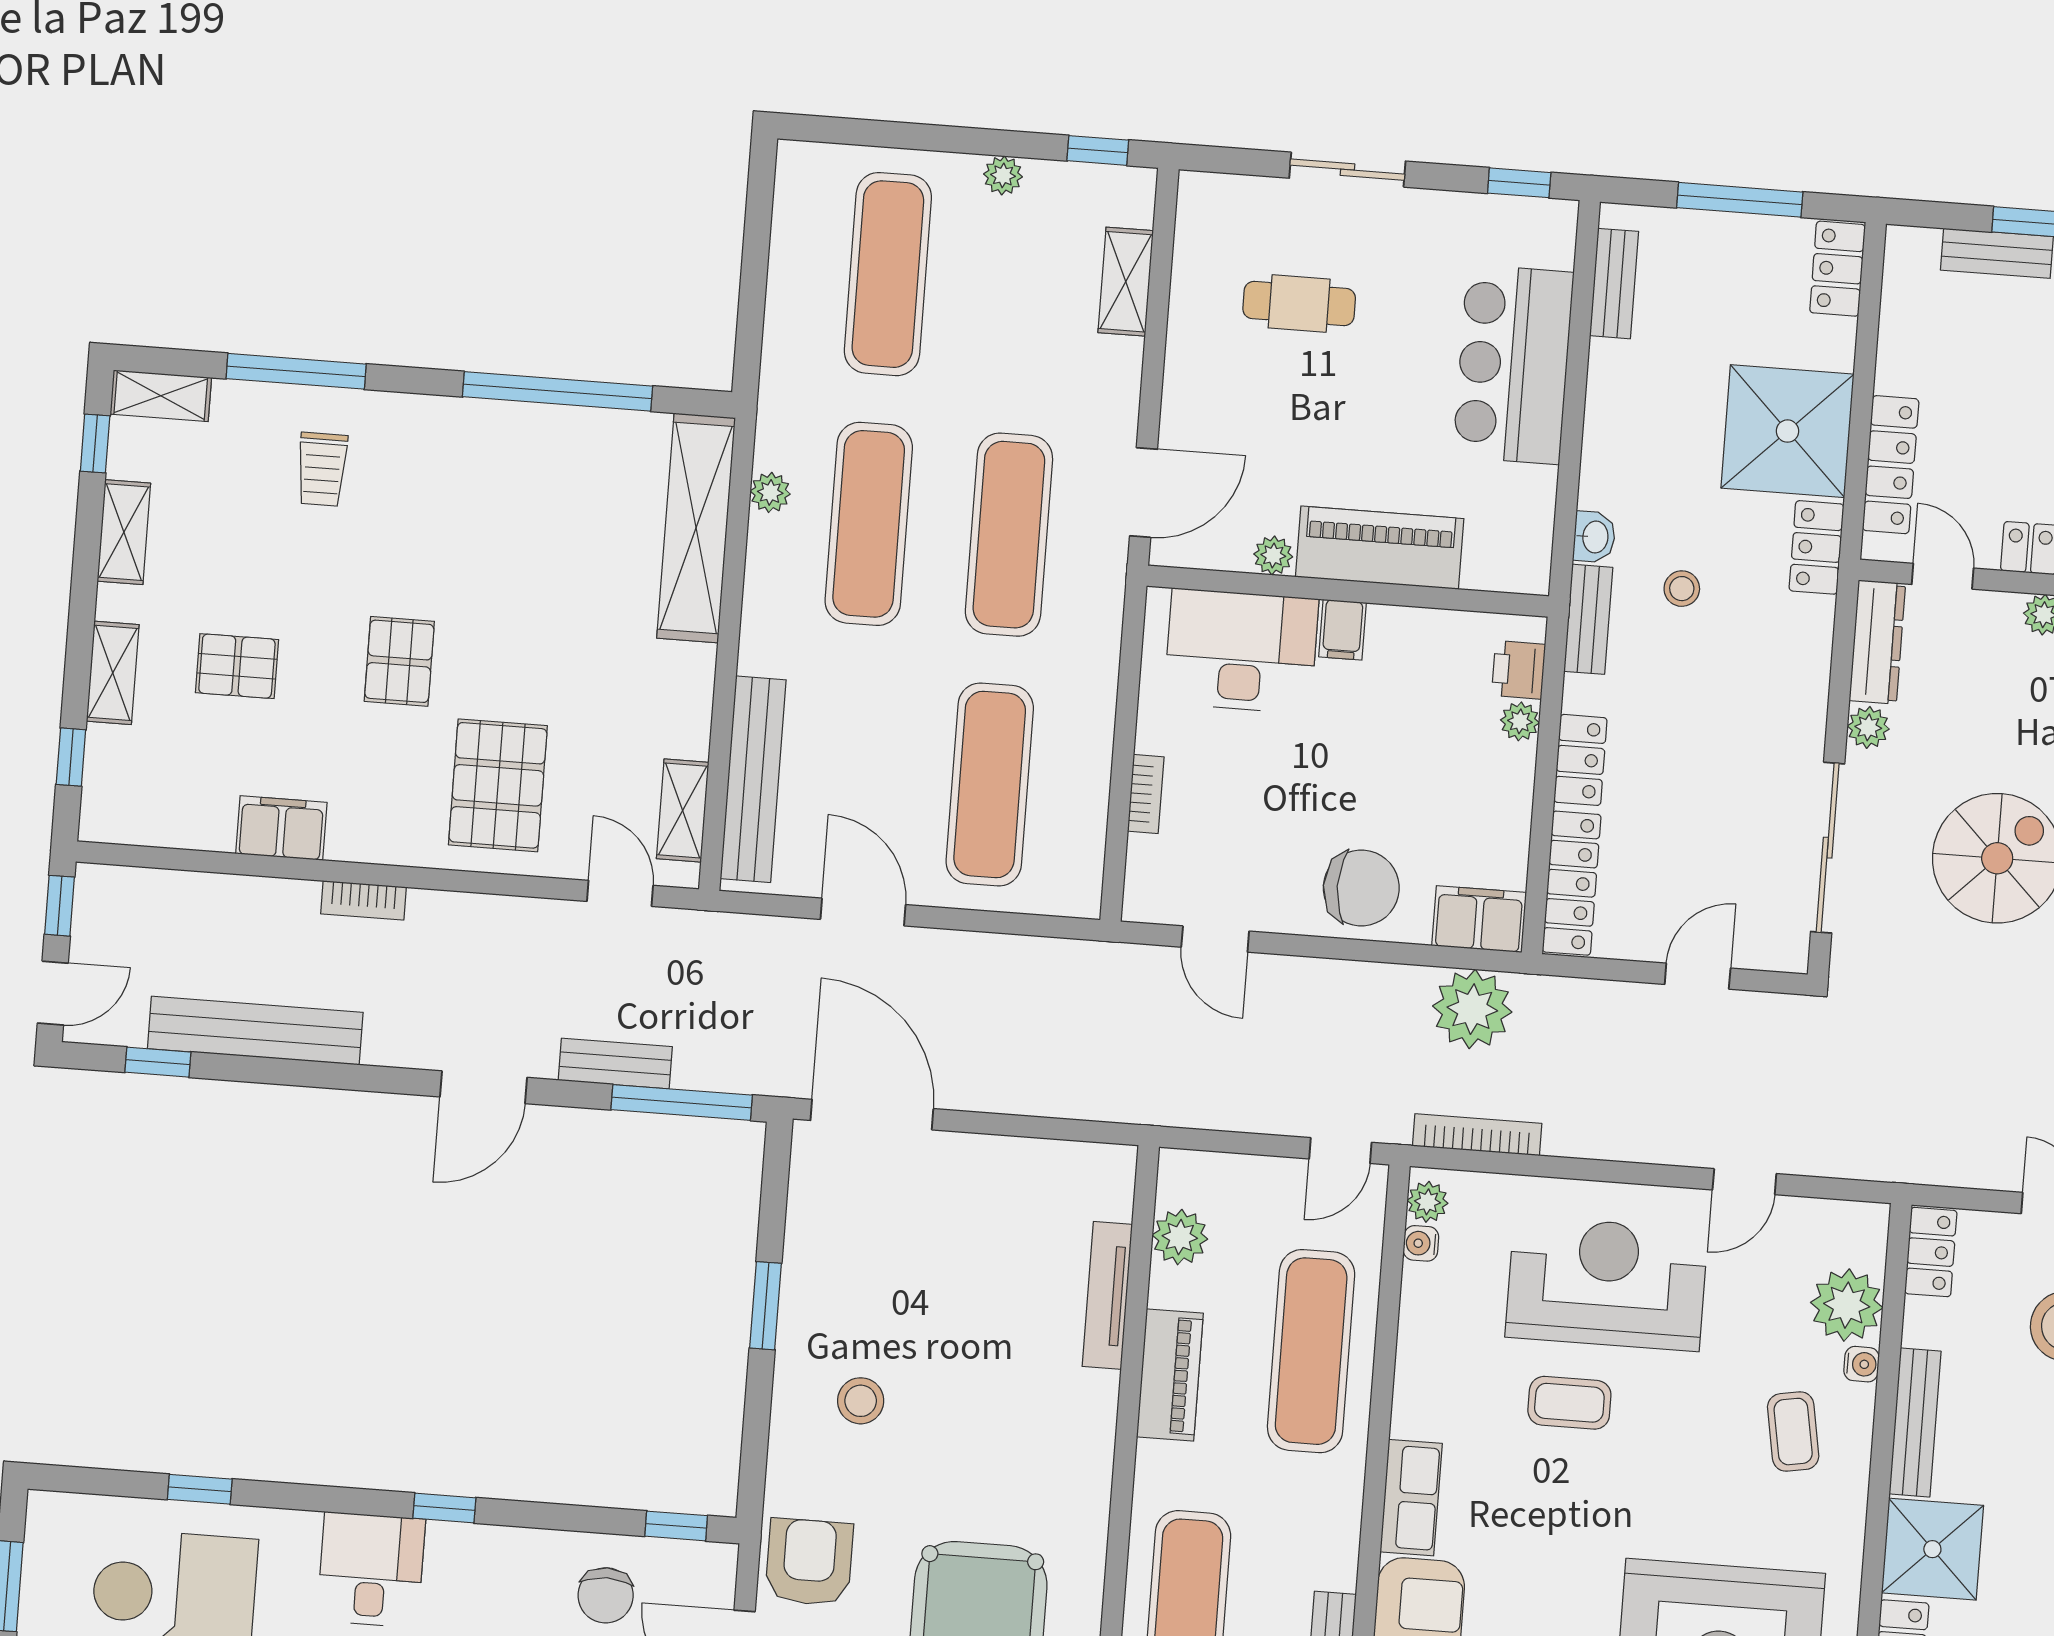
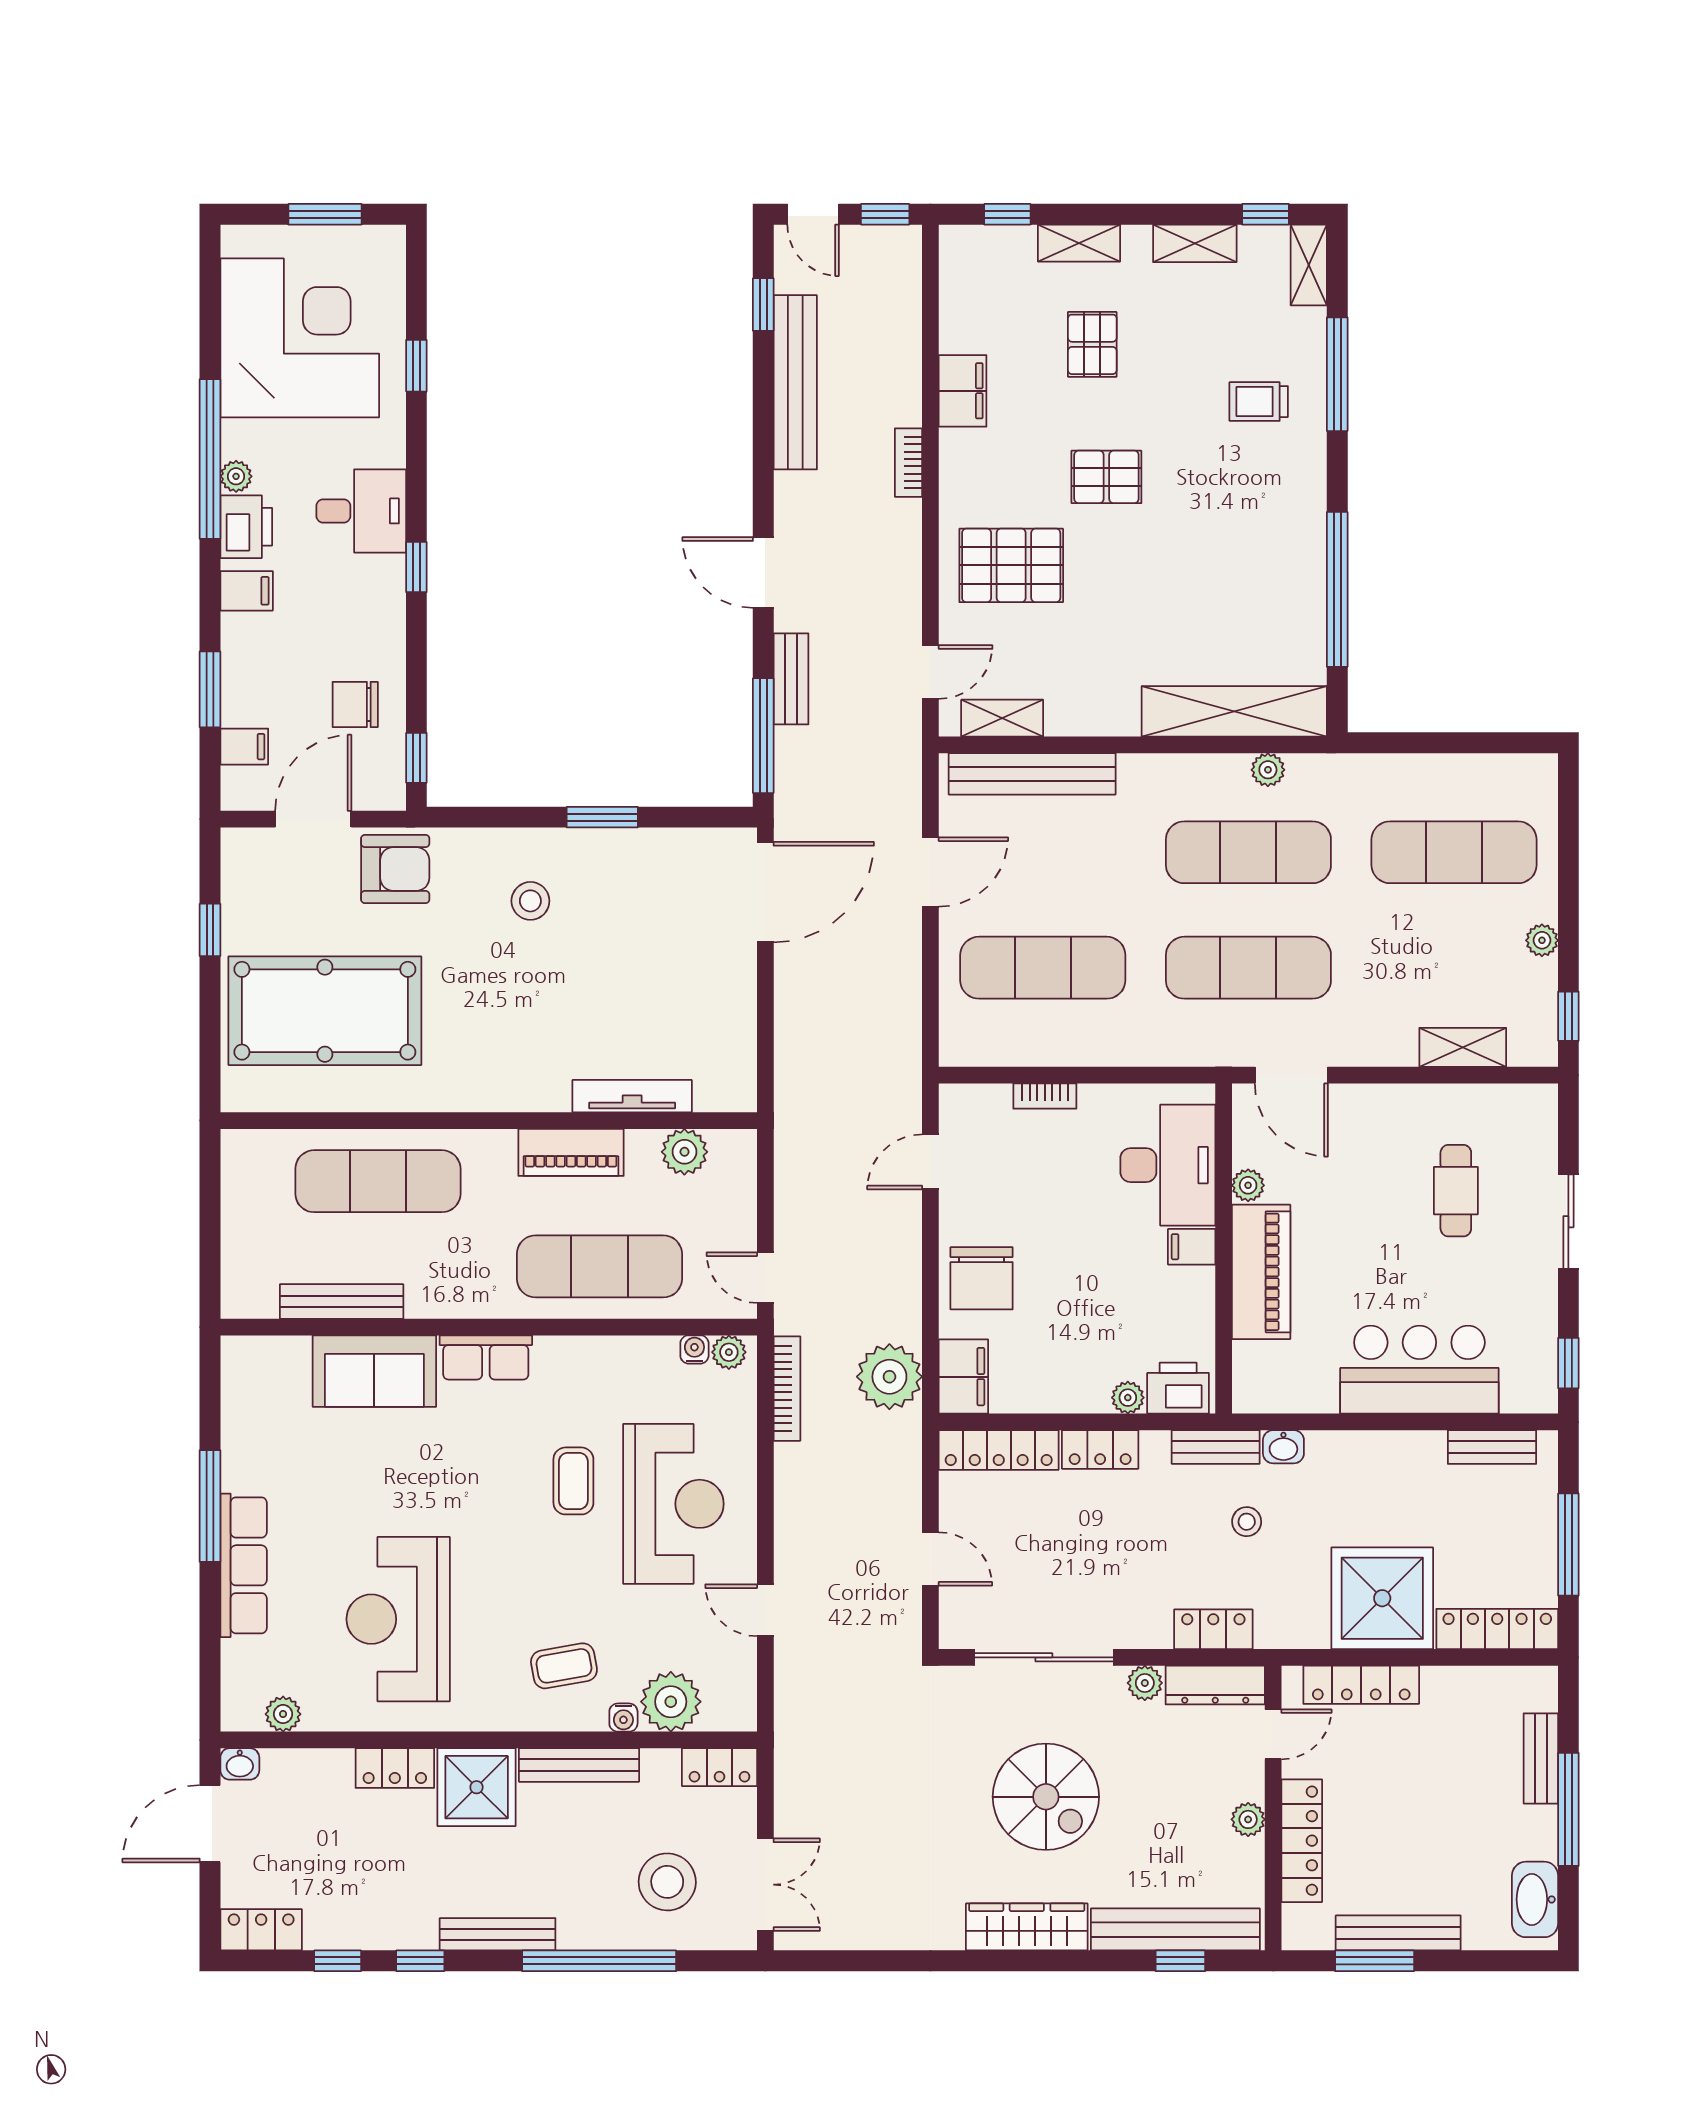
locker: (1837, 269) -> (1497, 1629), width x1.53
locker: (1816, 547) -> (1213, 1629), moved
printer: (1518, 670) -> (1178, 1388), width x1.36, depth x1.24

